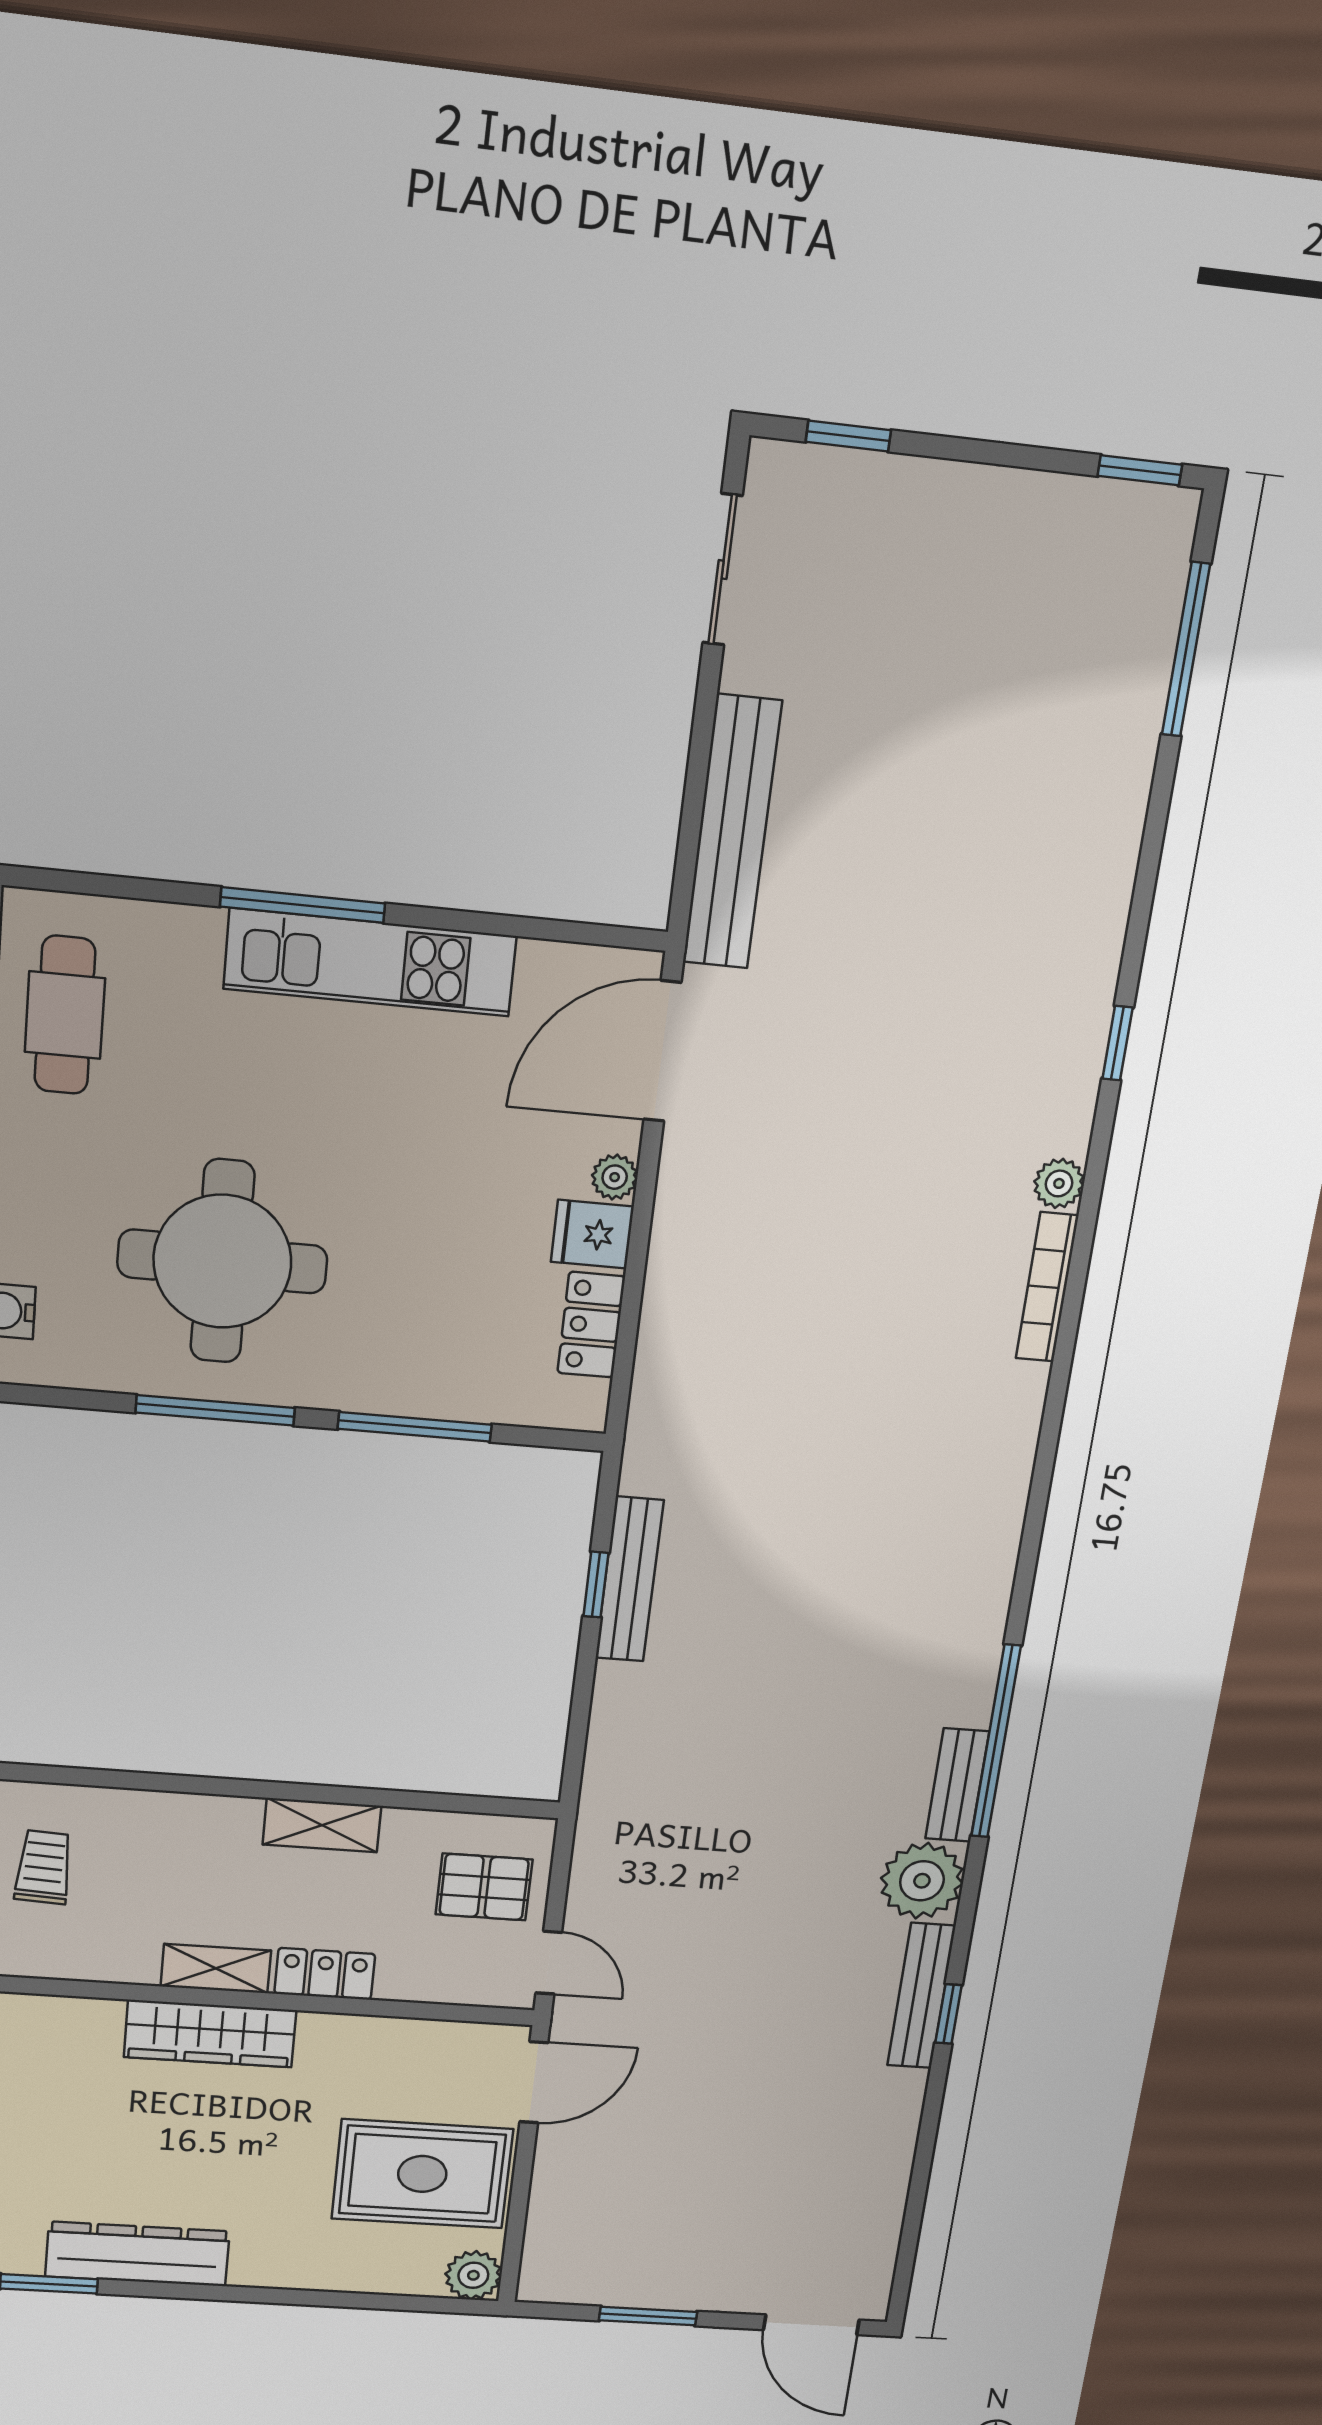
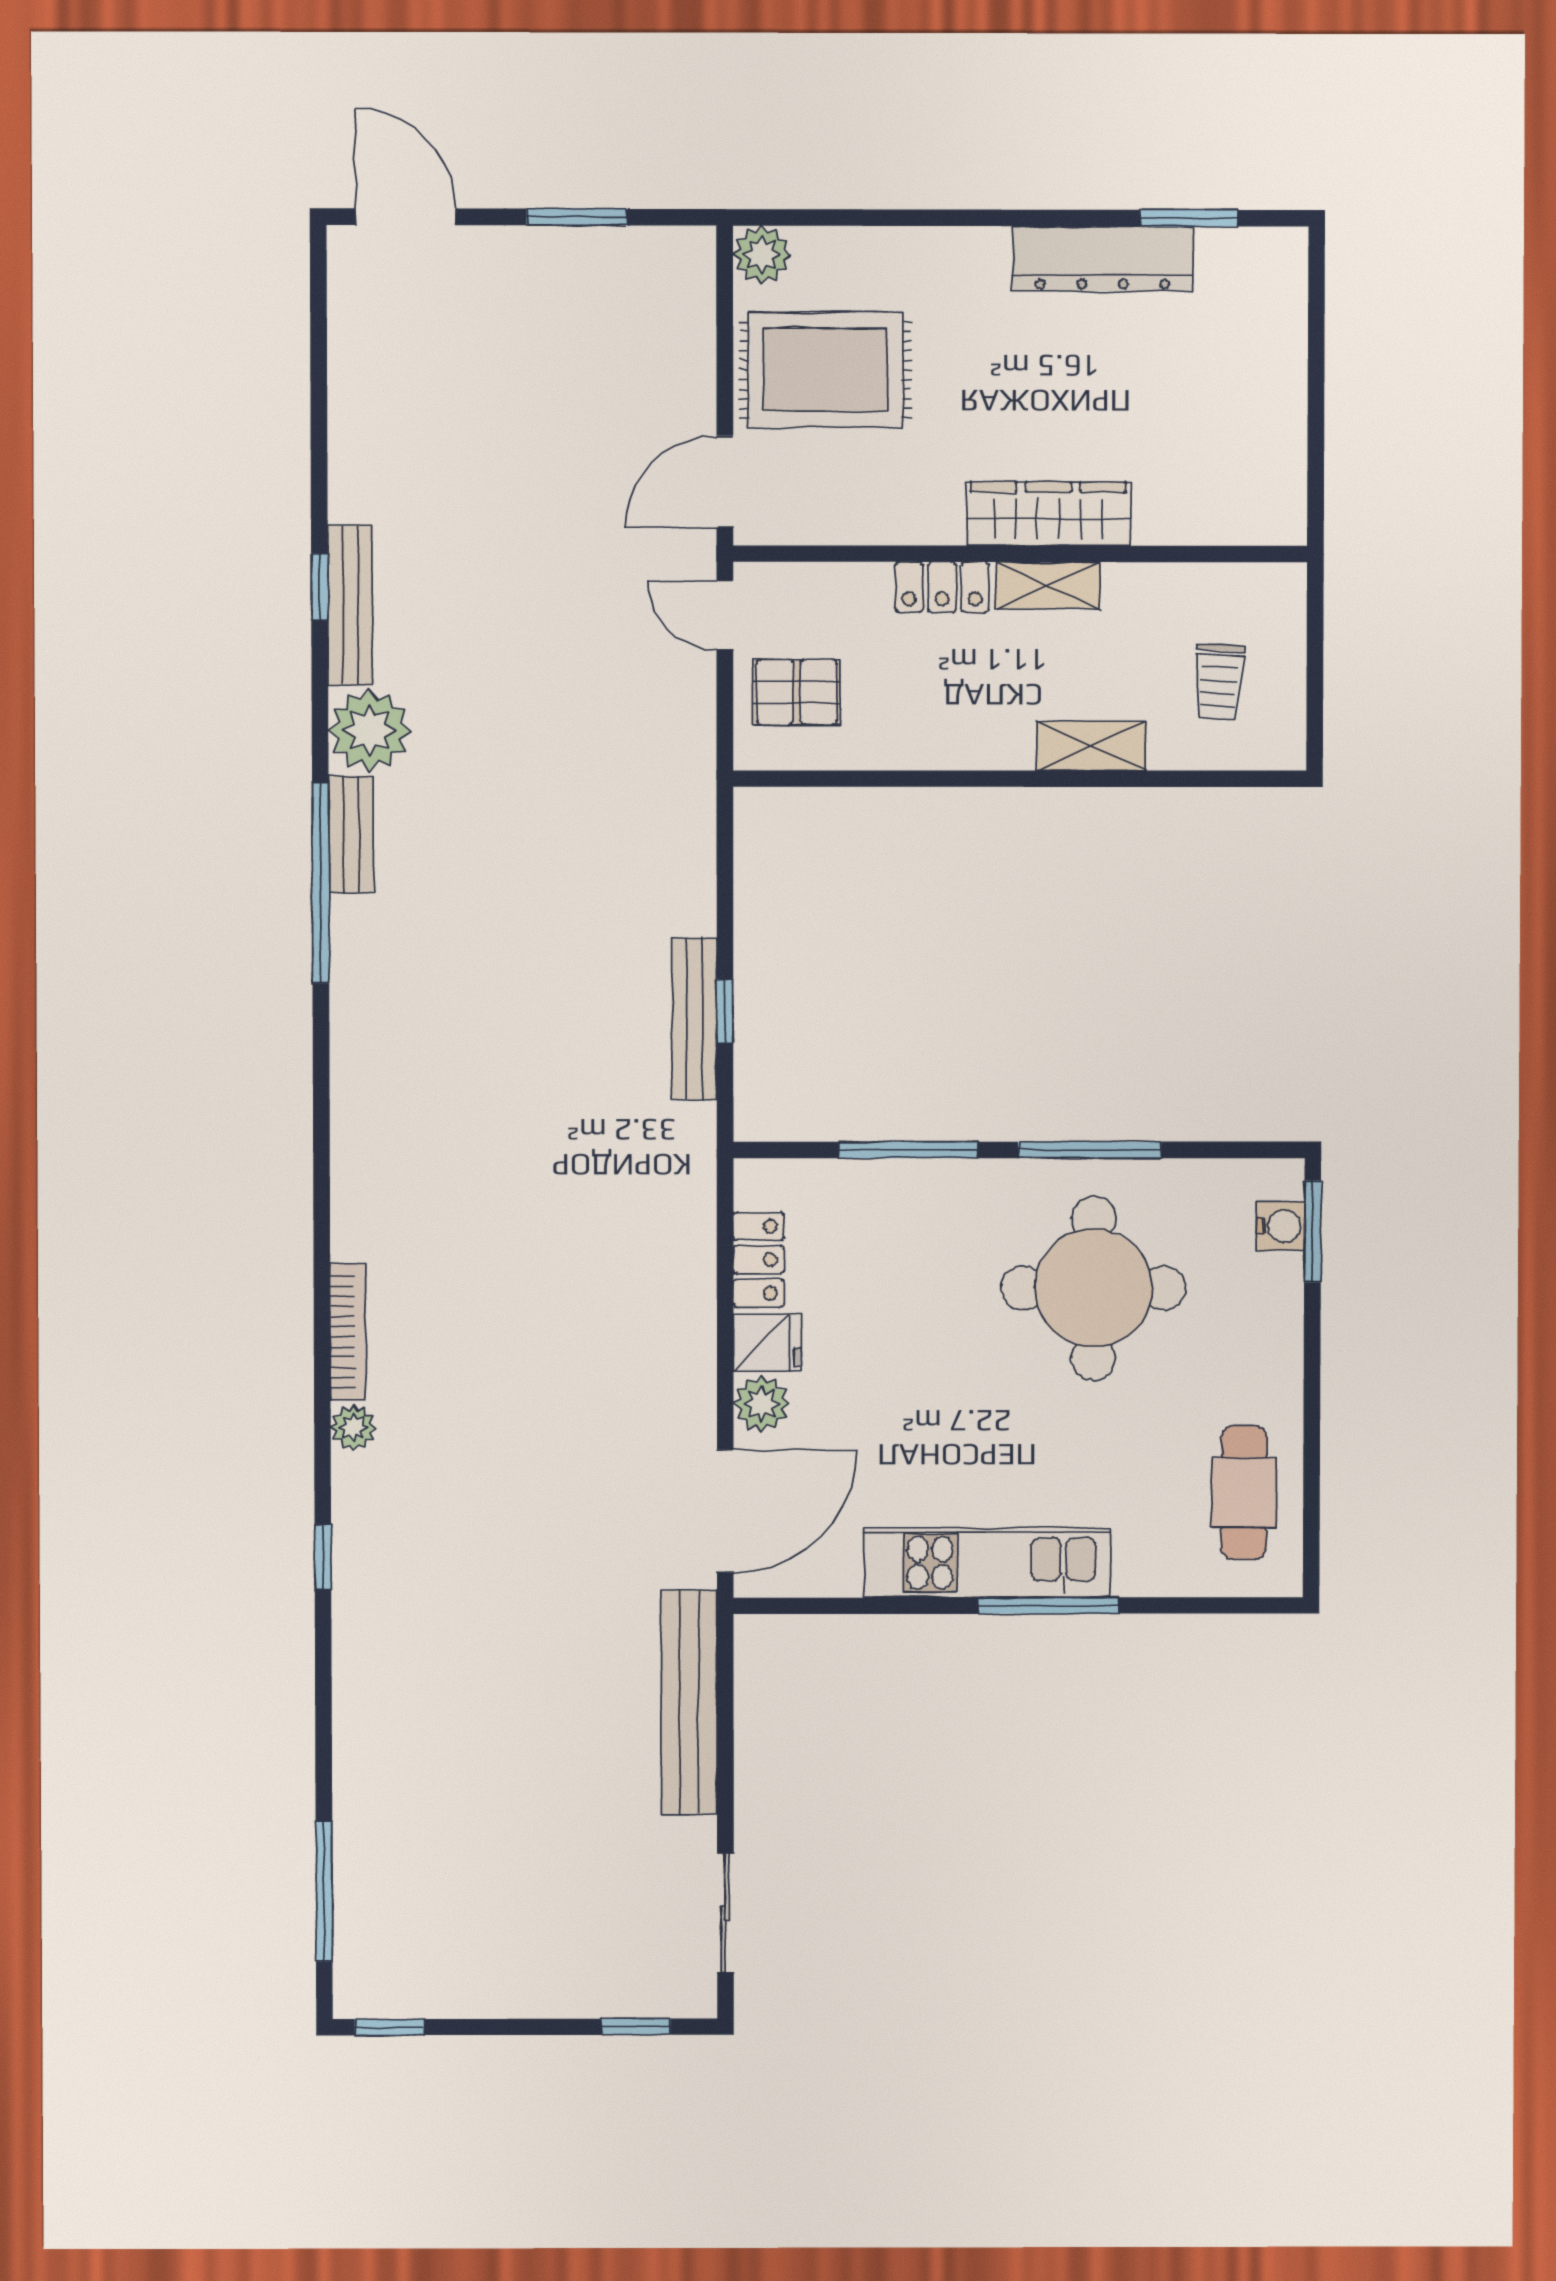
plant: (615, 1177) -> (761, 1404), width x1.38, depth x1.38
shelving: (322, 1825) -> (1091, 746), moved

